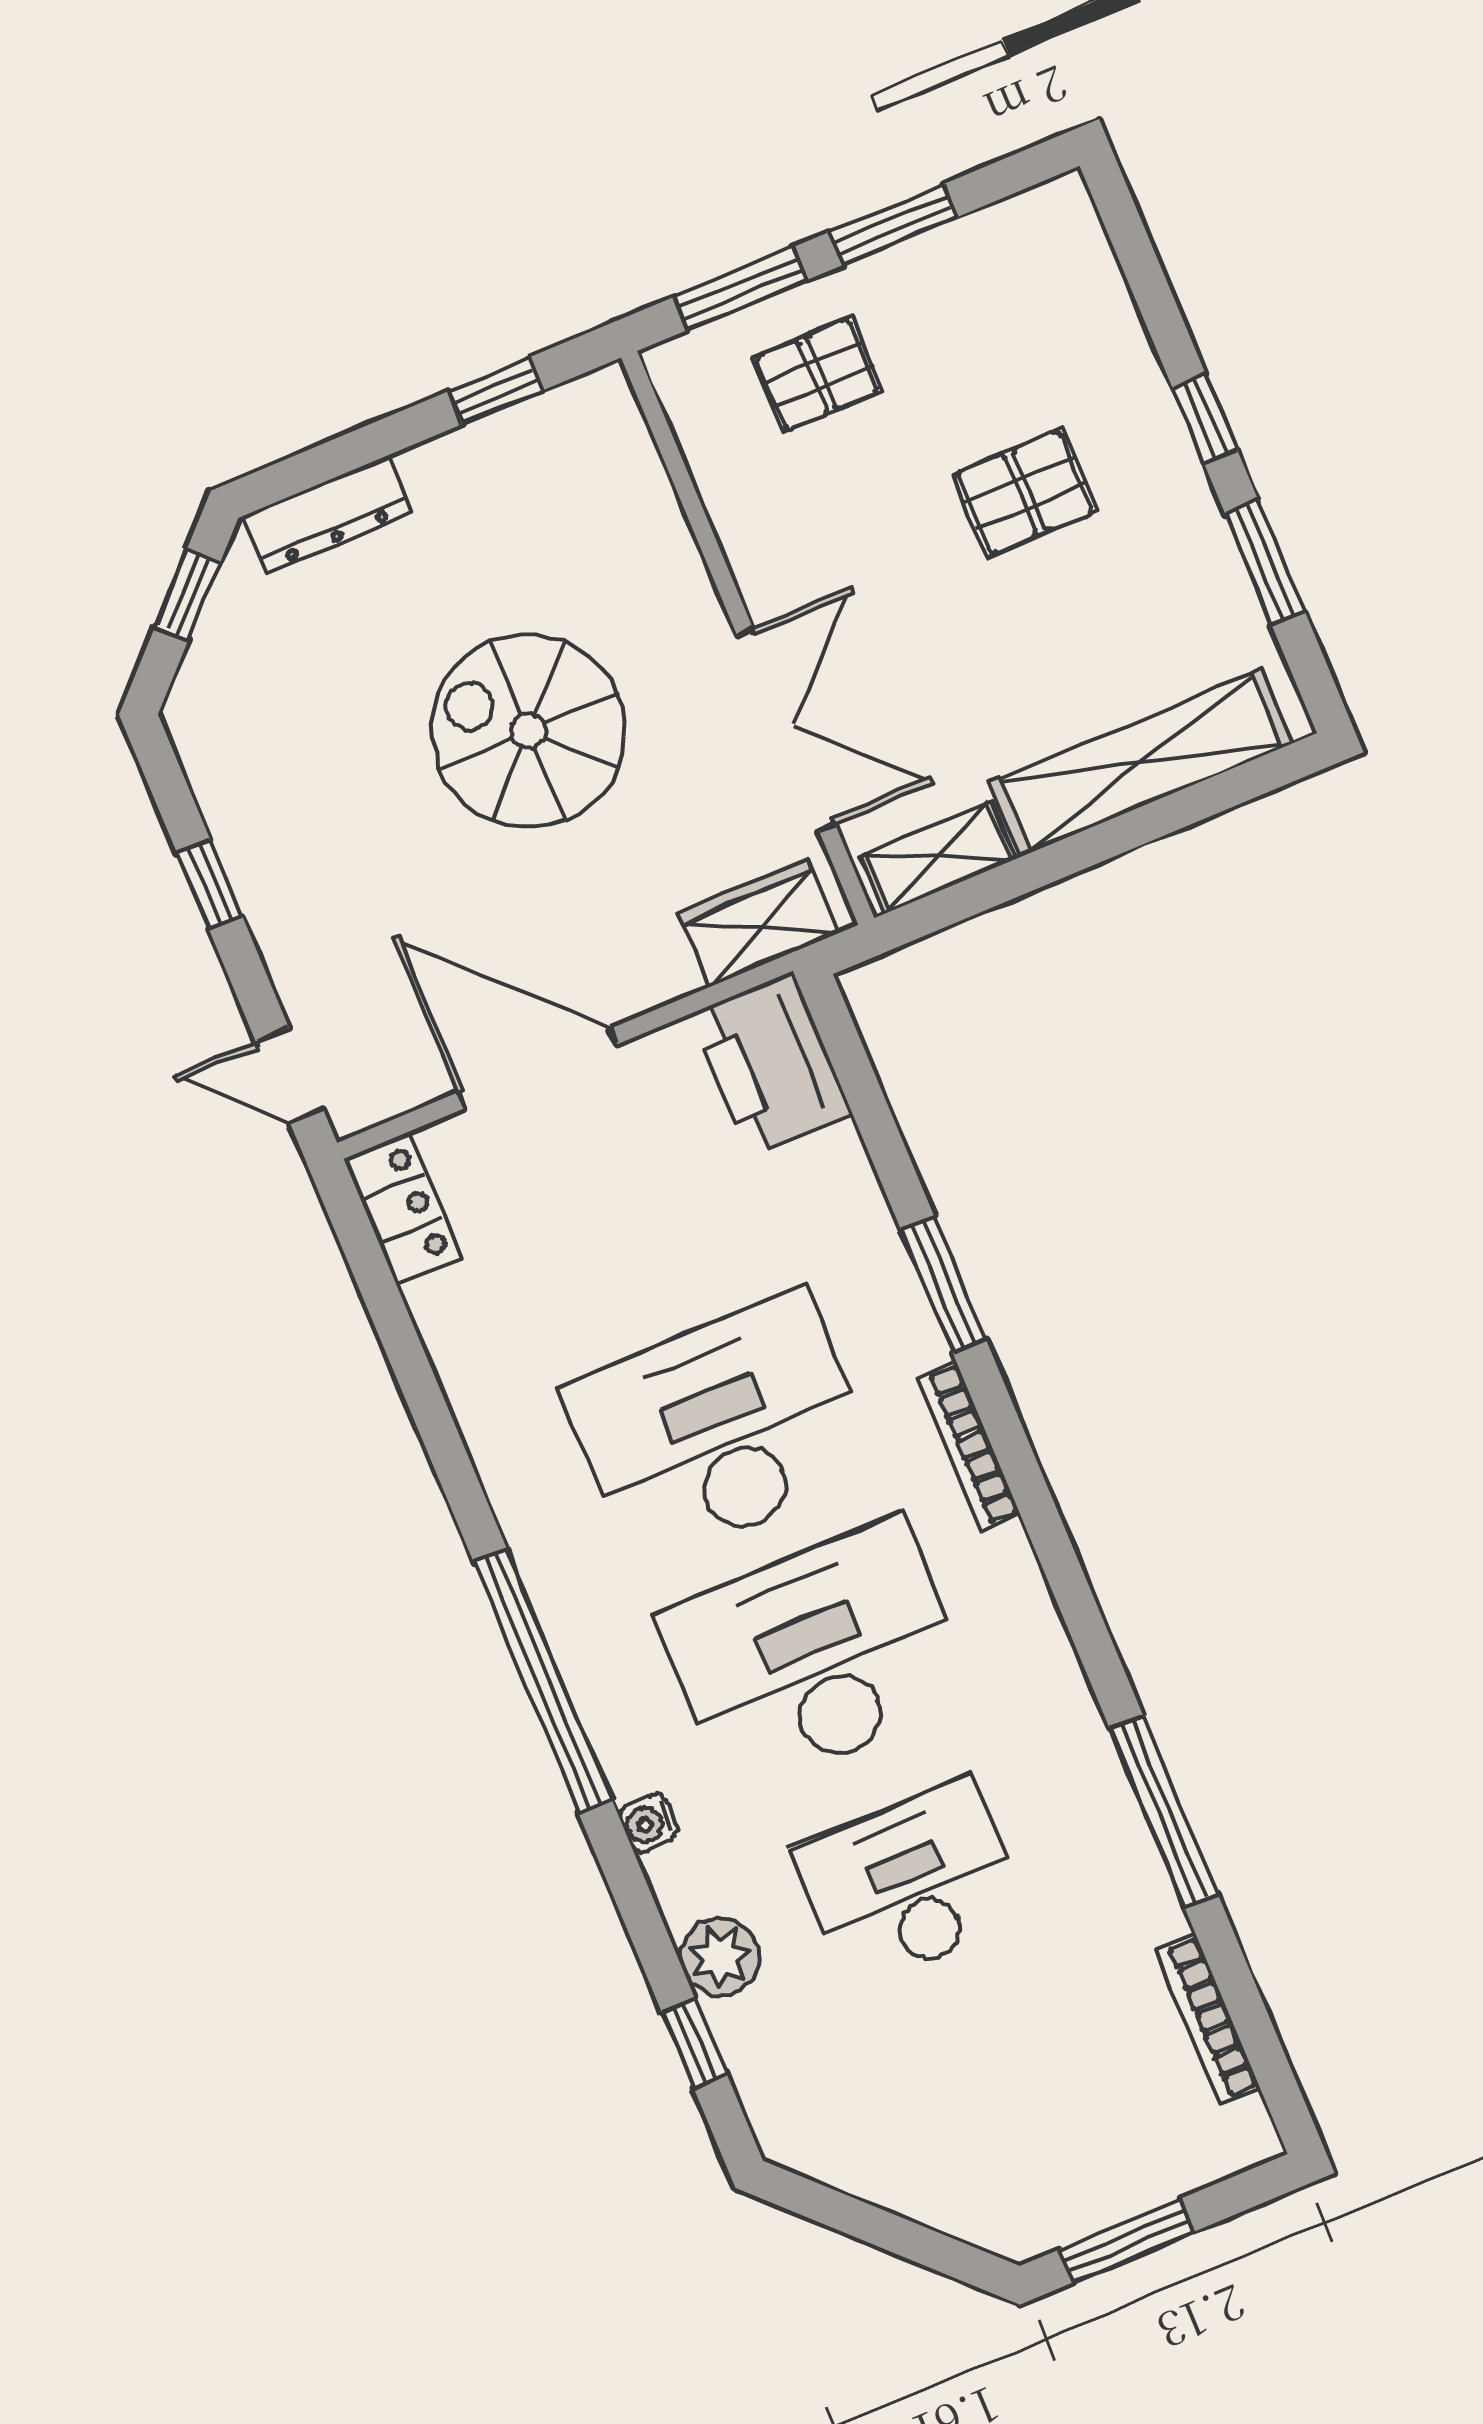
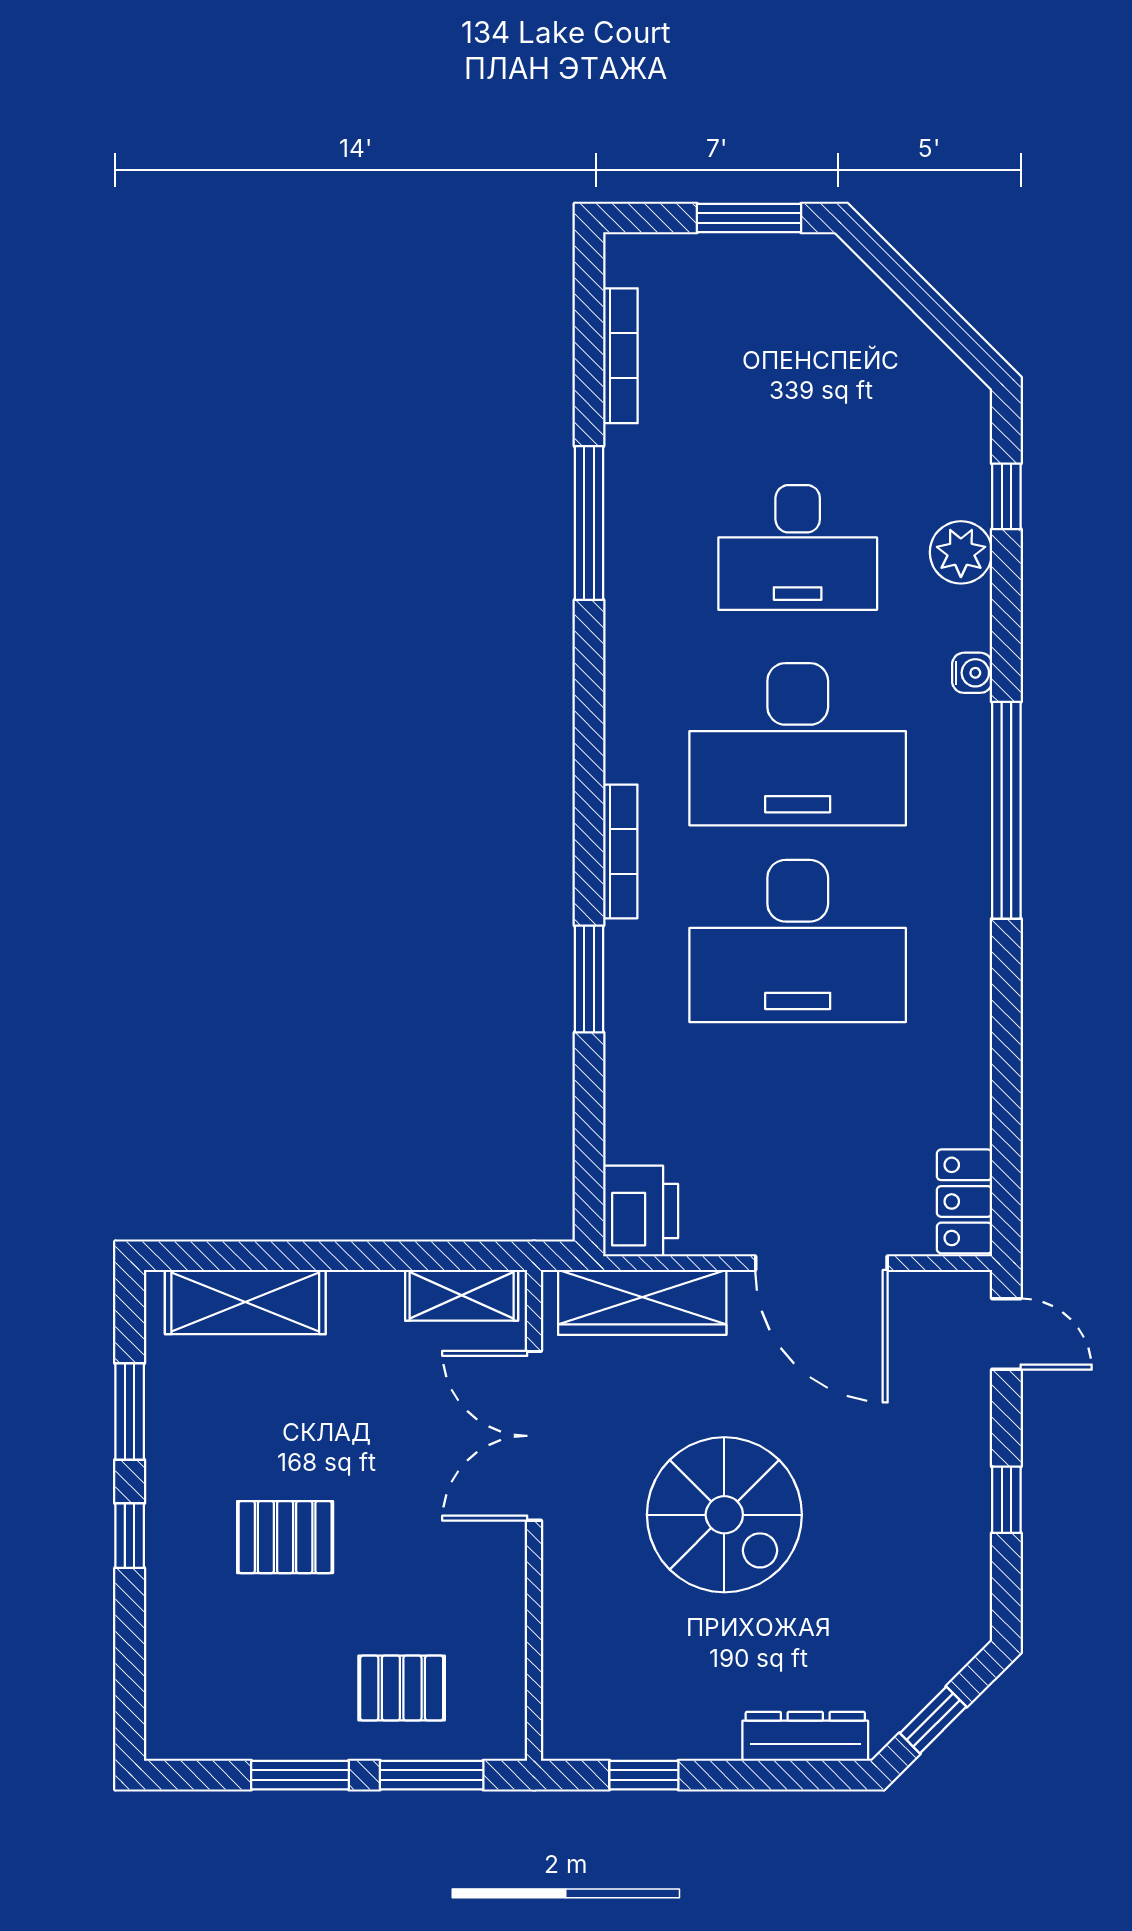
shelving: (1141, 763) -> (245, 1302), width x0.68
wardrobe: (758, 923) -> (642, 1302), width x1.50
printer: (771, 1064) -> (641, 1211), width x0.73, depth x0.84

